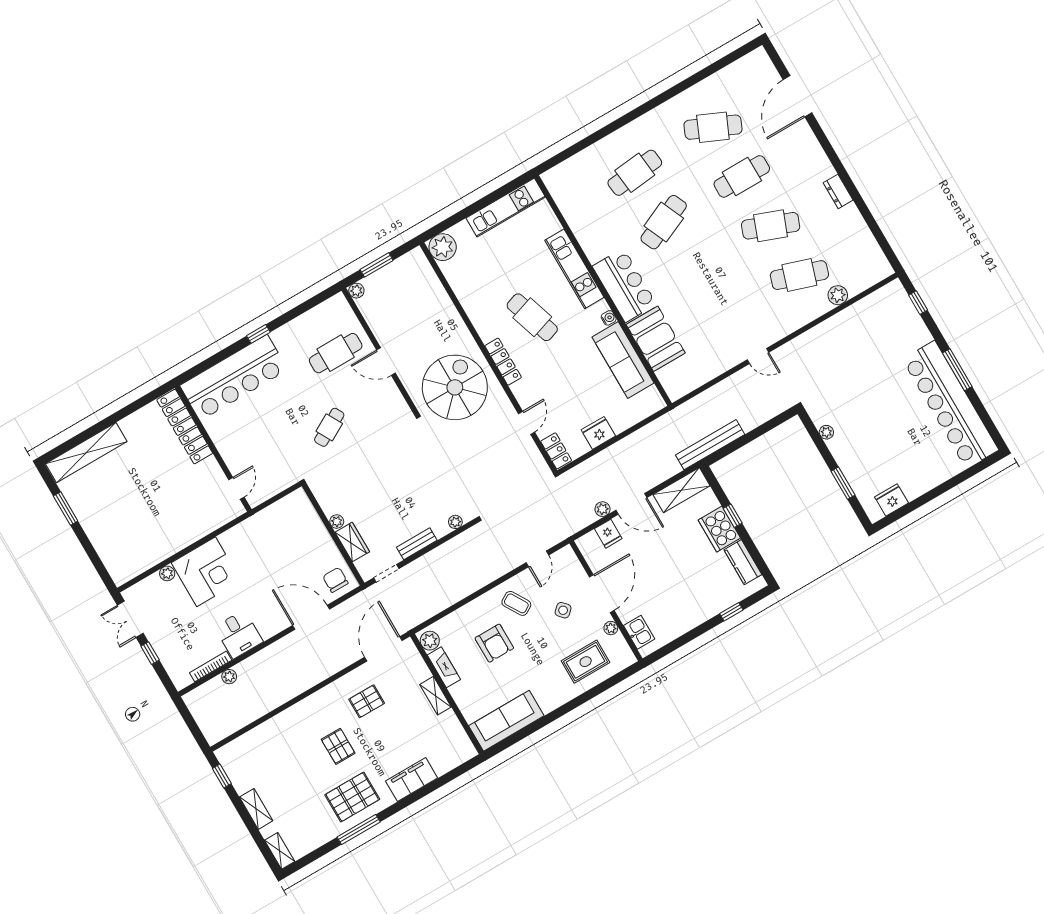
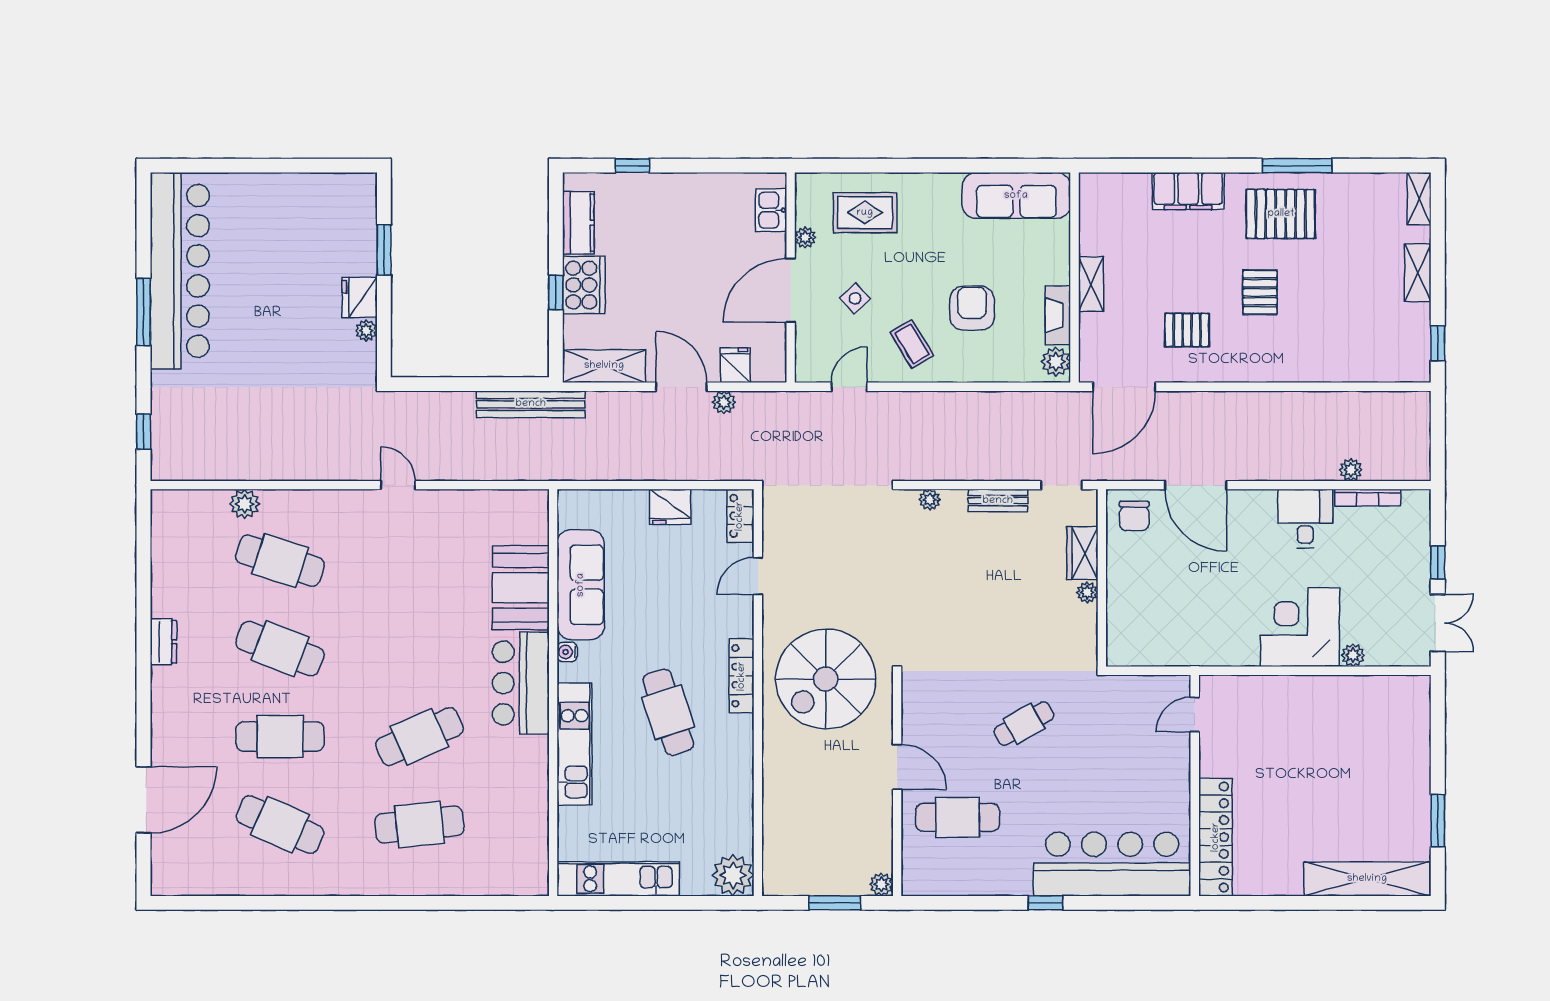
fridge: (892, 500) -> (360, 297), moved, turned 90

